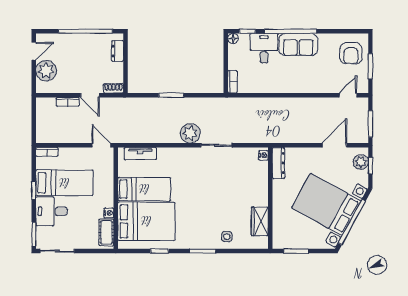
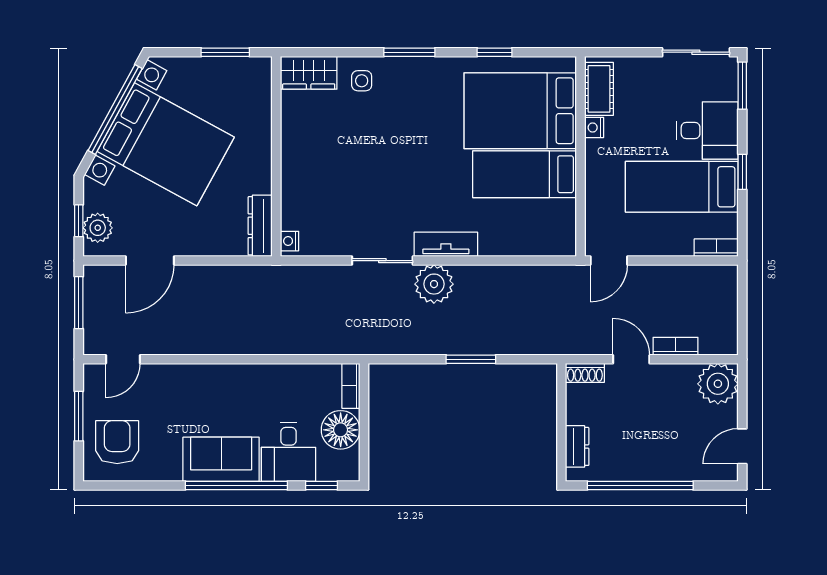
floor lamp: (233, 39) -> (341, 430), moved, width x1.89, depth x1.89
plant: (46, 71) -> (718, 384), moved
door: (101, 145) -> (609, 261), hinge flipped
tv unit: (140, 154) -> (446, 244), moved
wardrobe: (260, 221) -> (309, 73), moved, turned 90

